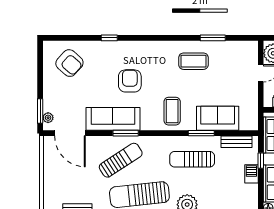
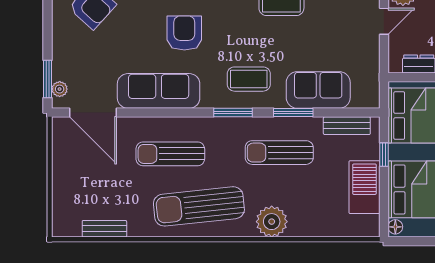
coffee table: (172, 111) -> (249, 79), turned 90
window: (126, 133) -> (233, 113), moved
sun lounger: (121, 160) -> (170, 154), turned -147
barbecue: (251, 174) -> (364, 187), width x1.88, depth x1.53

